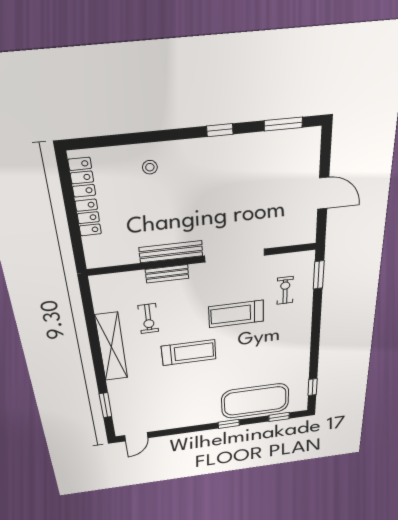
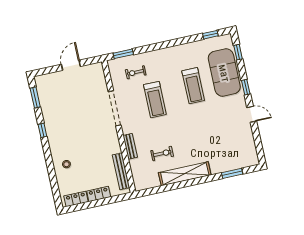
bench: (171, 252) -> (121, 171), moved
treadmill: (189, 353) -> (193, 86), moved, turned 180
door: (136, 437) -> (252, 114), moved

